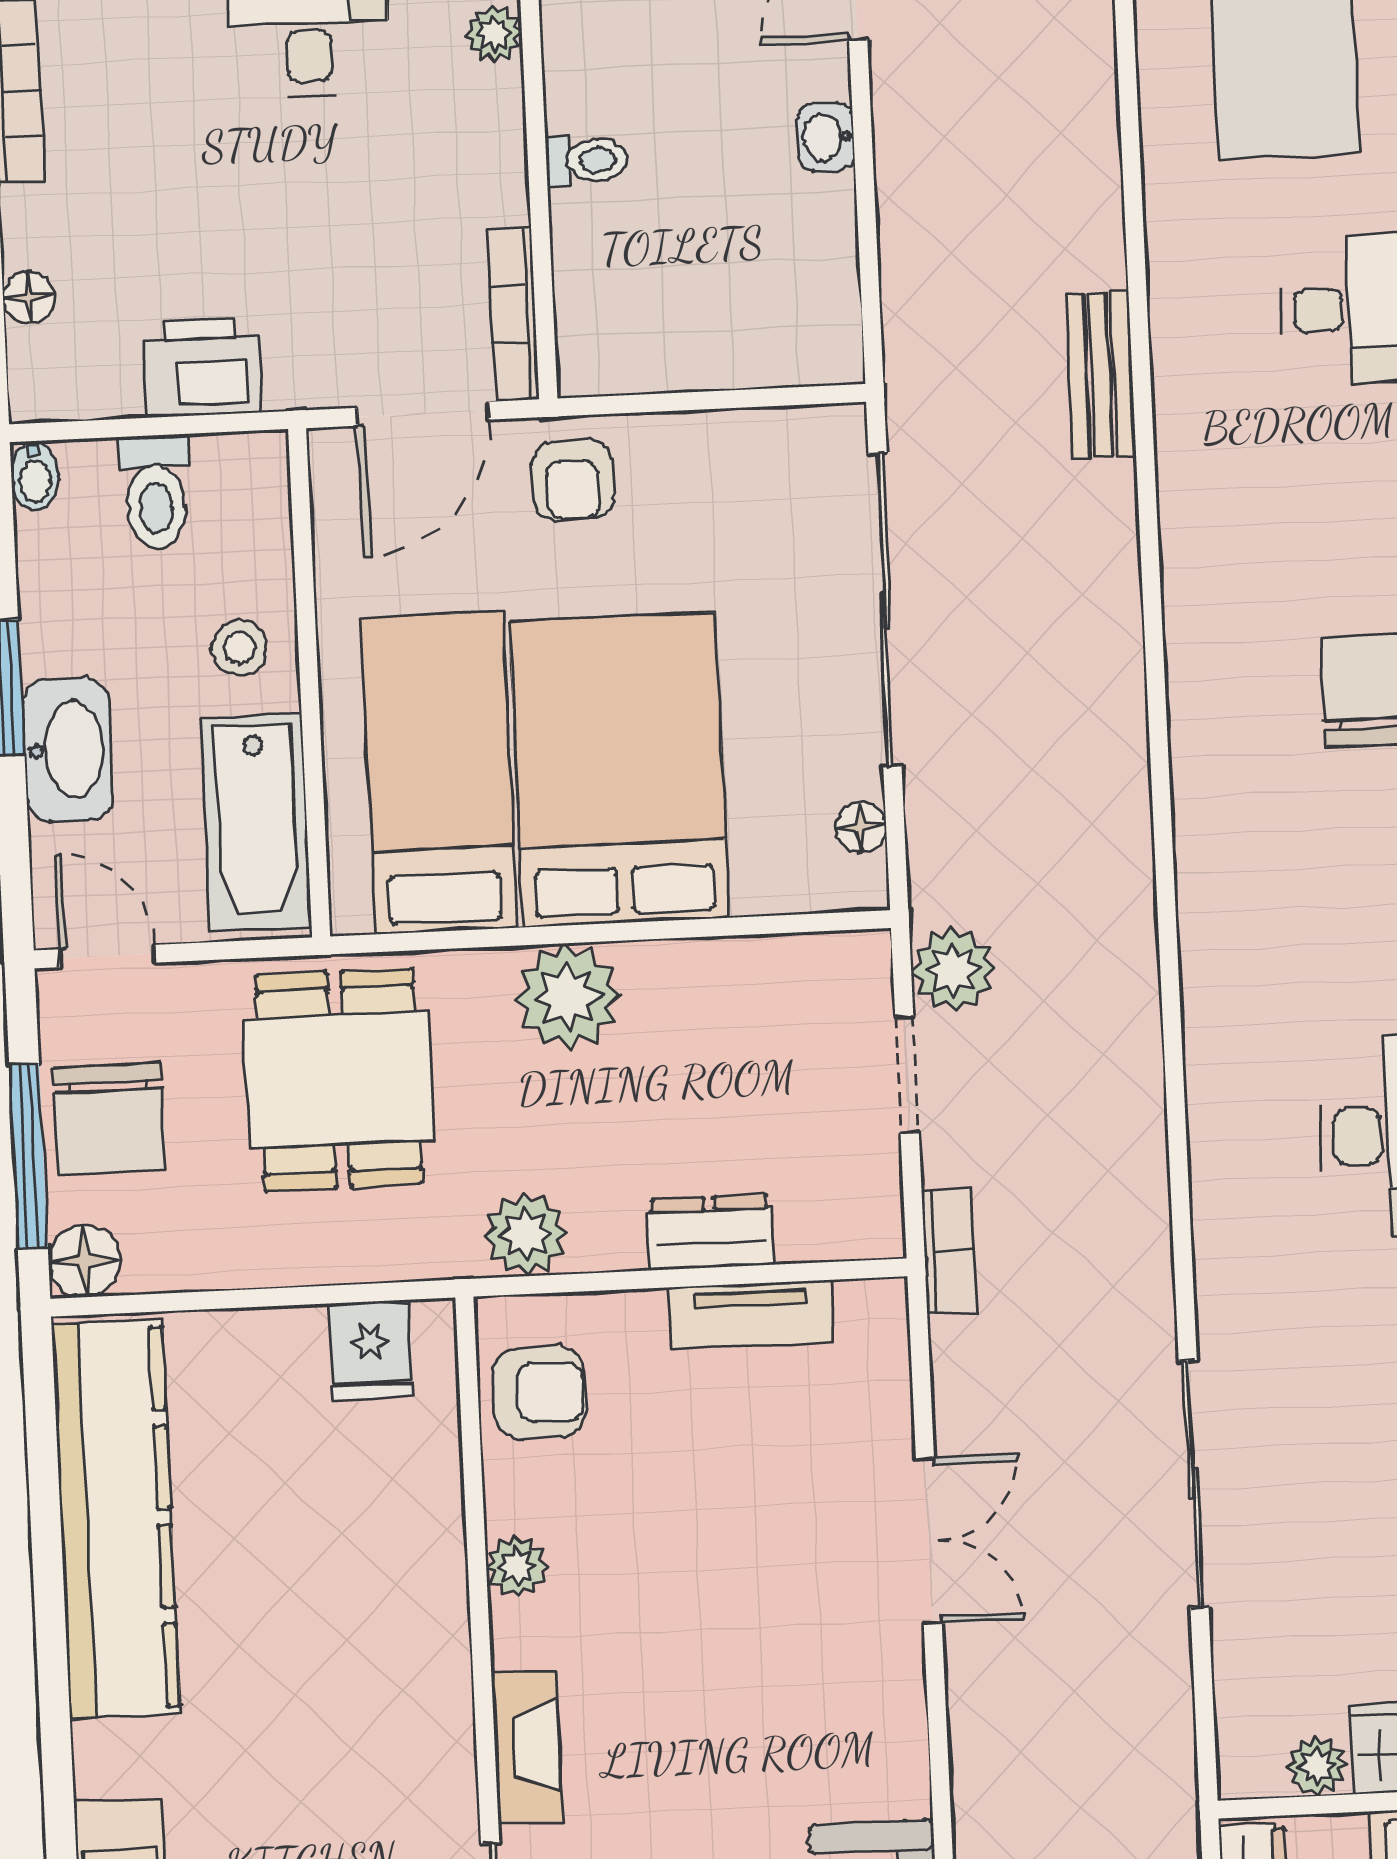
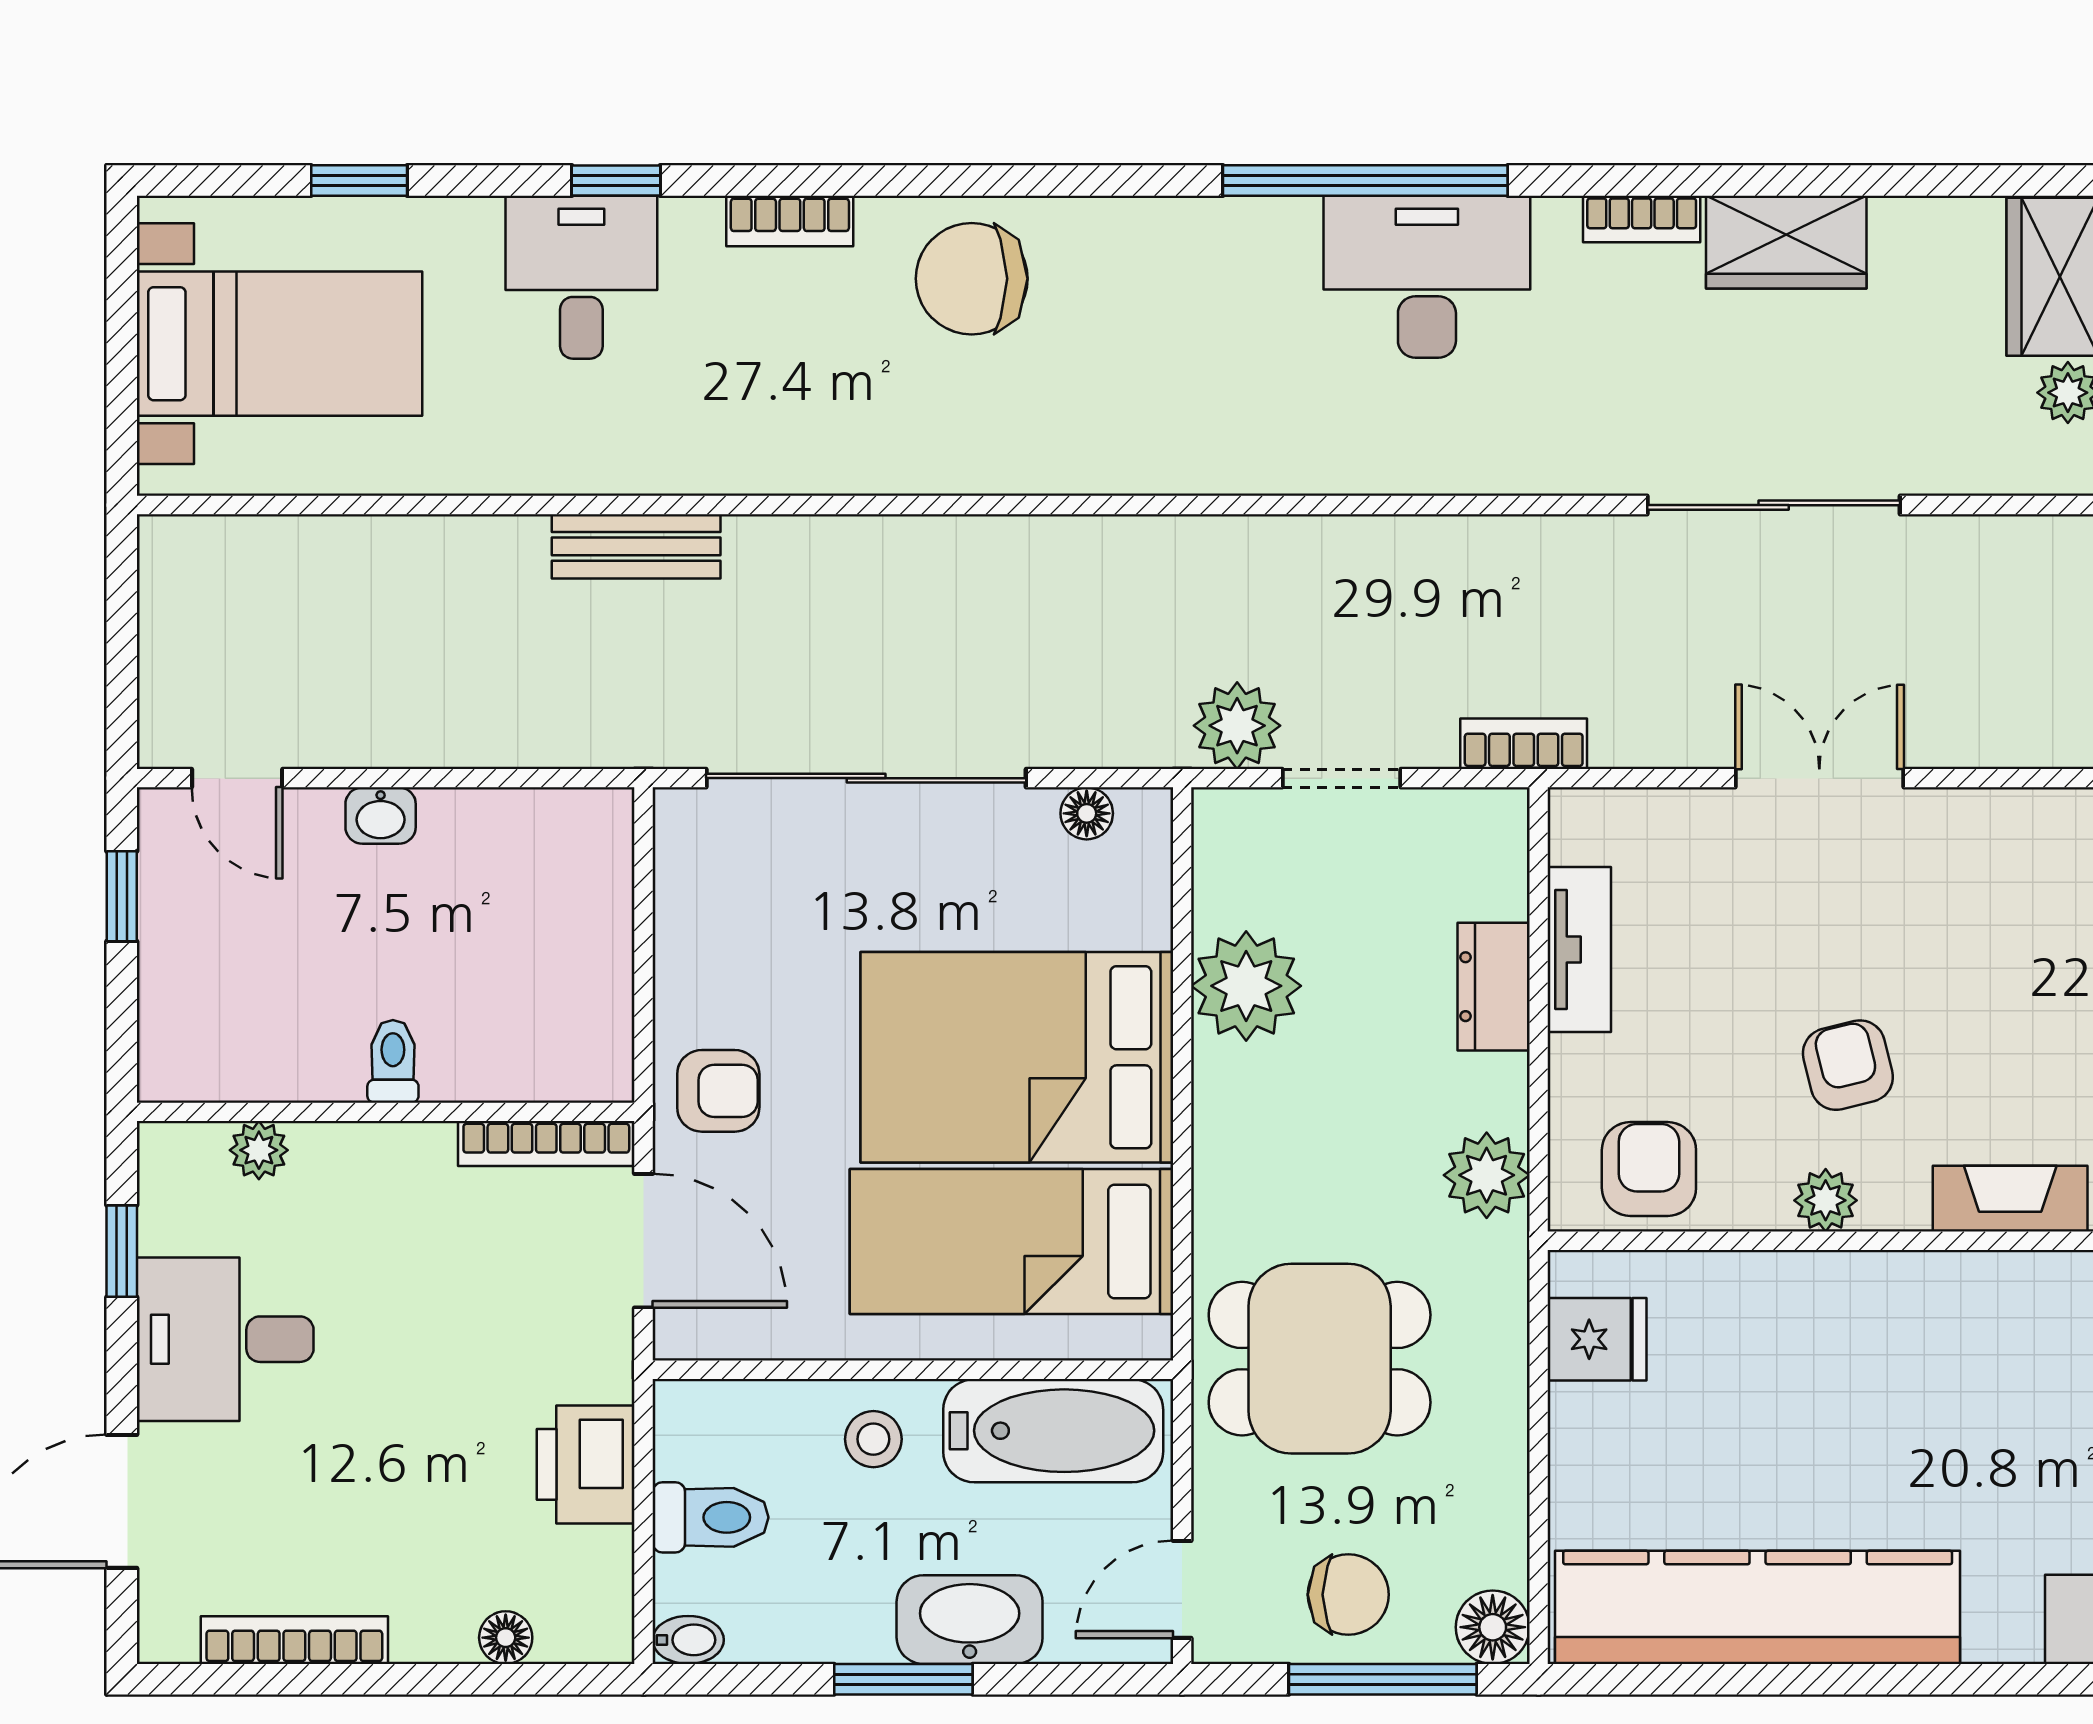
plant: (568, 997) -> (1246, 986), moved
chair: (110, 1119) -> (1348, 1595), width x0.73, depth x0.73
armchair: (650, 1582) -> (1848, 1065), added

